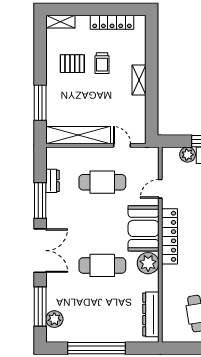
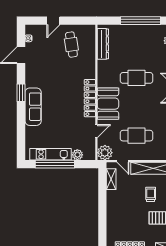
trolley: (102, 63) -> (151, 194), moved
shelving: (139, 80) -> (111, 179), moved
plant: (148, 263) -> (105, 153), moved

